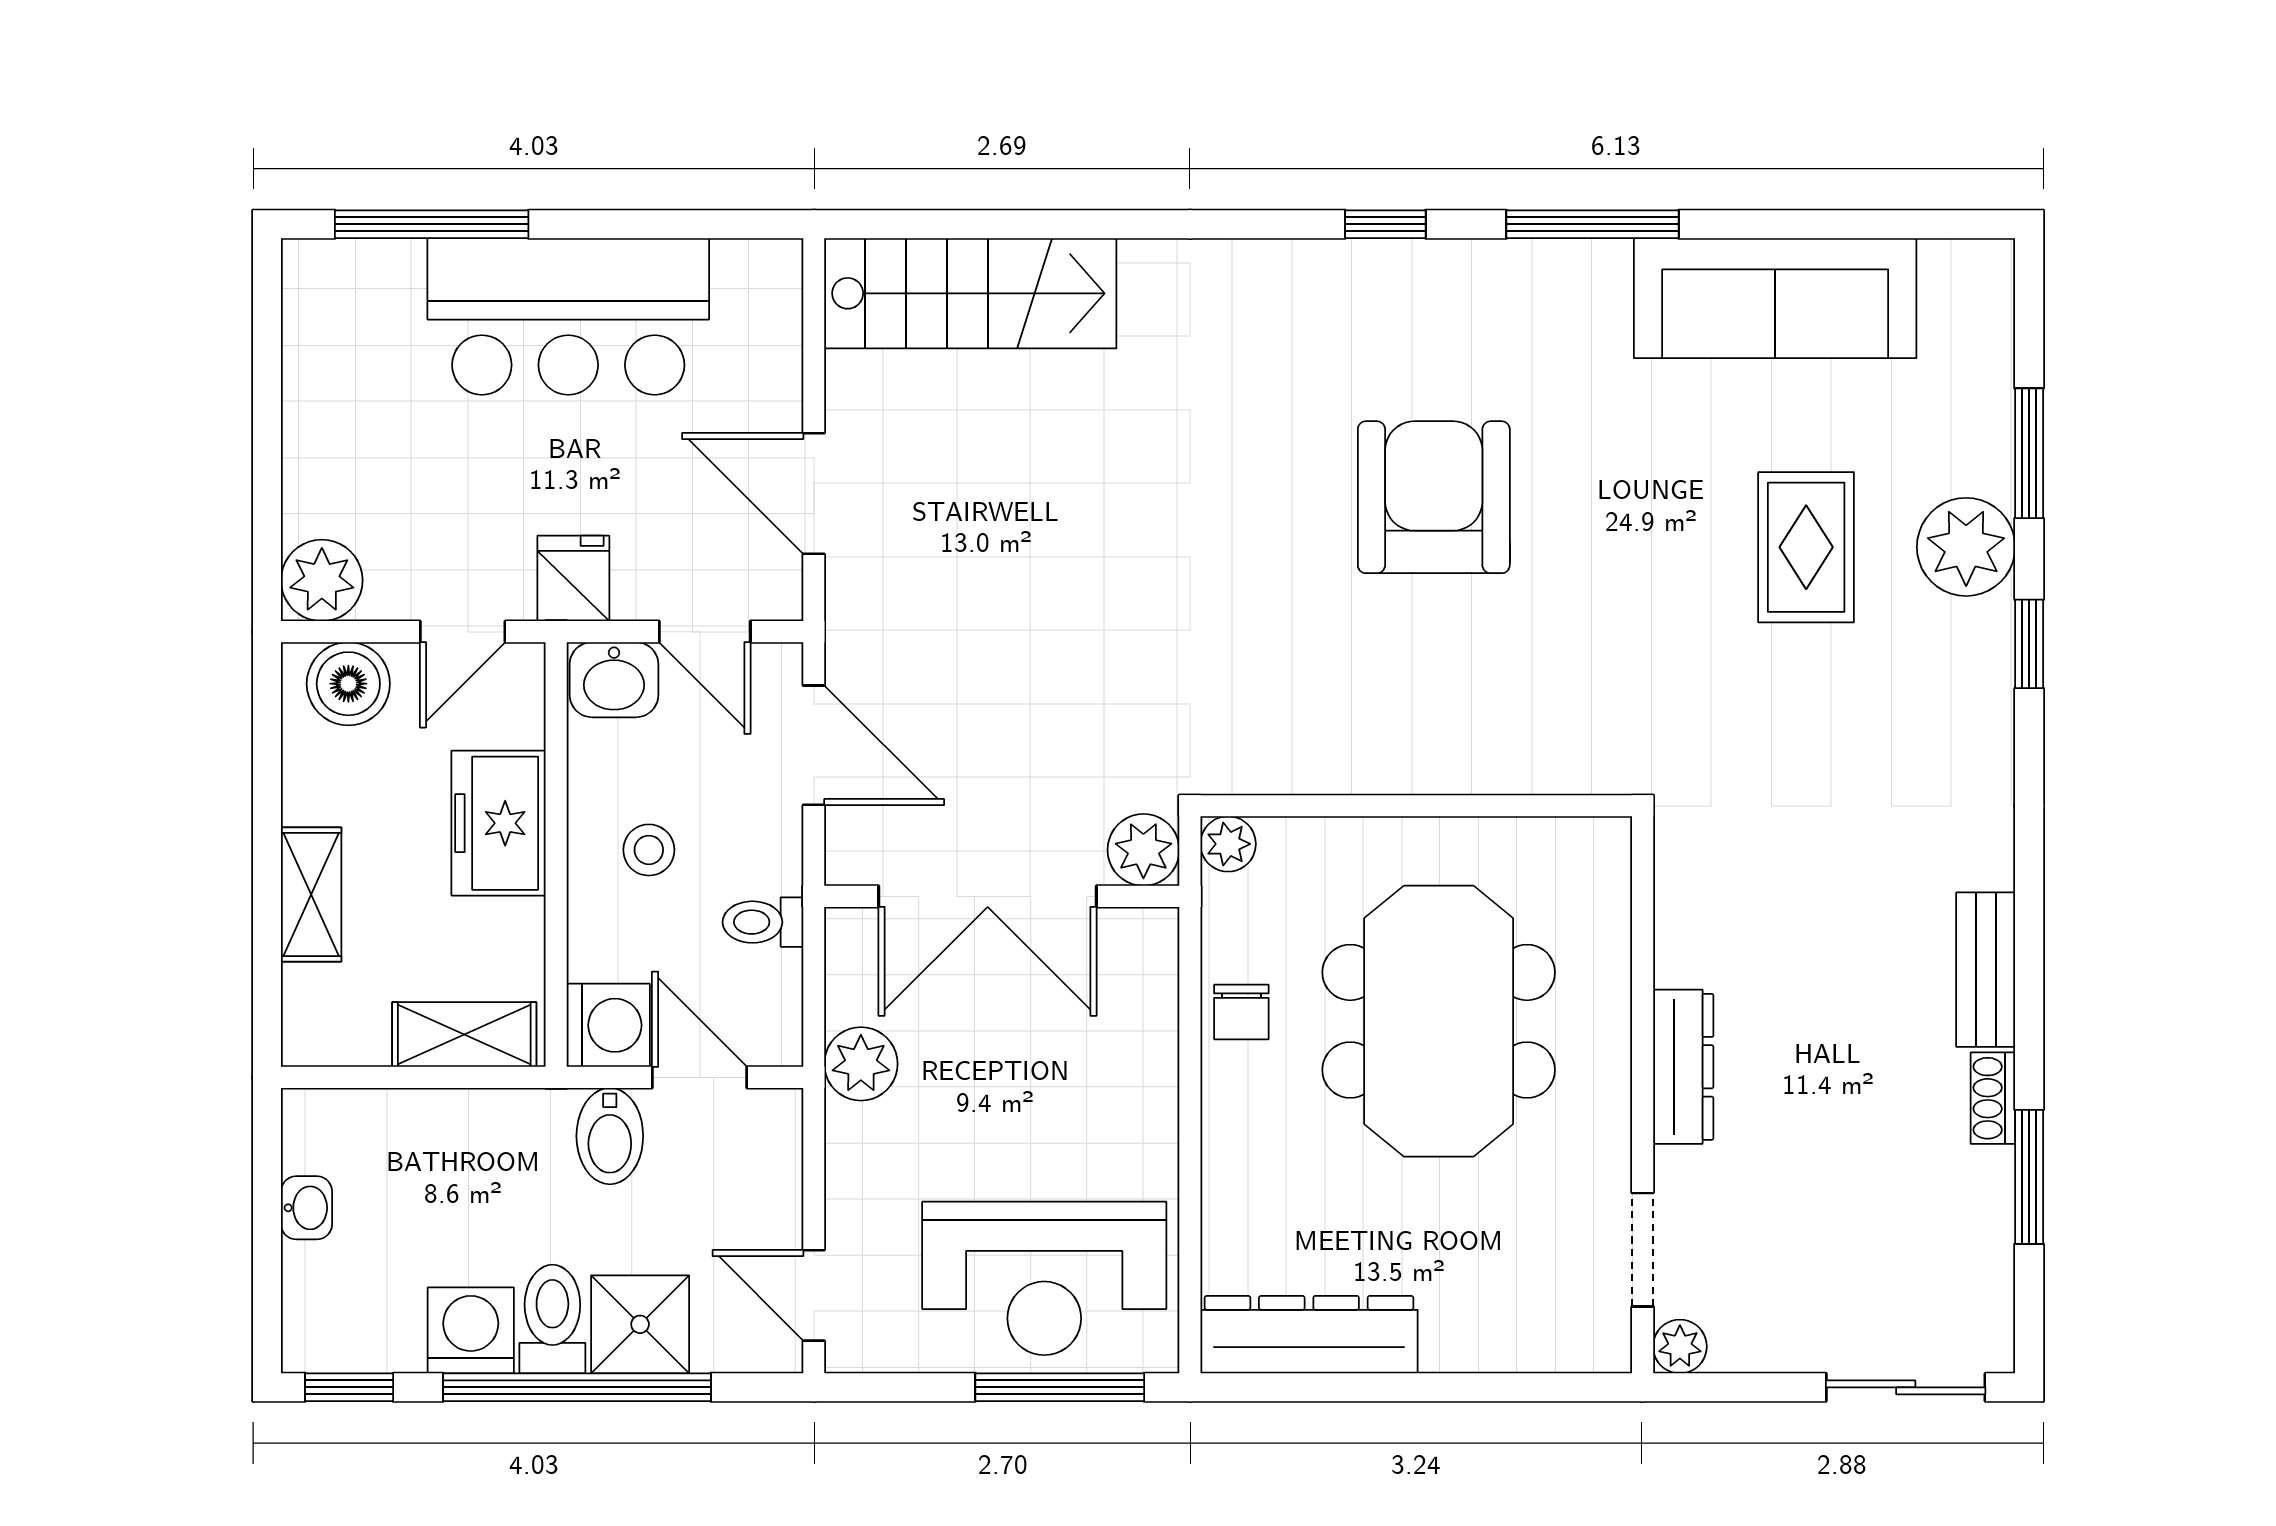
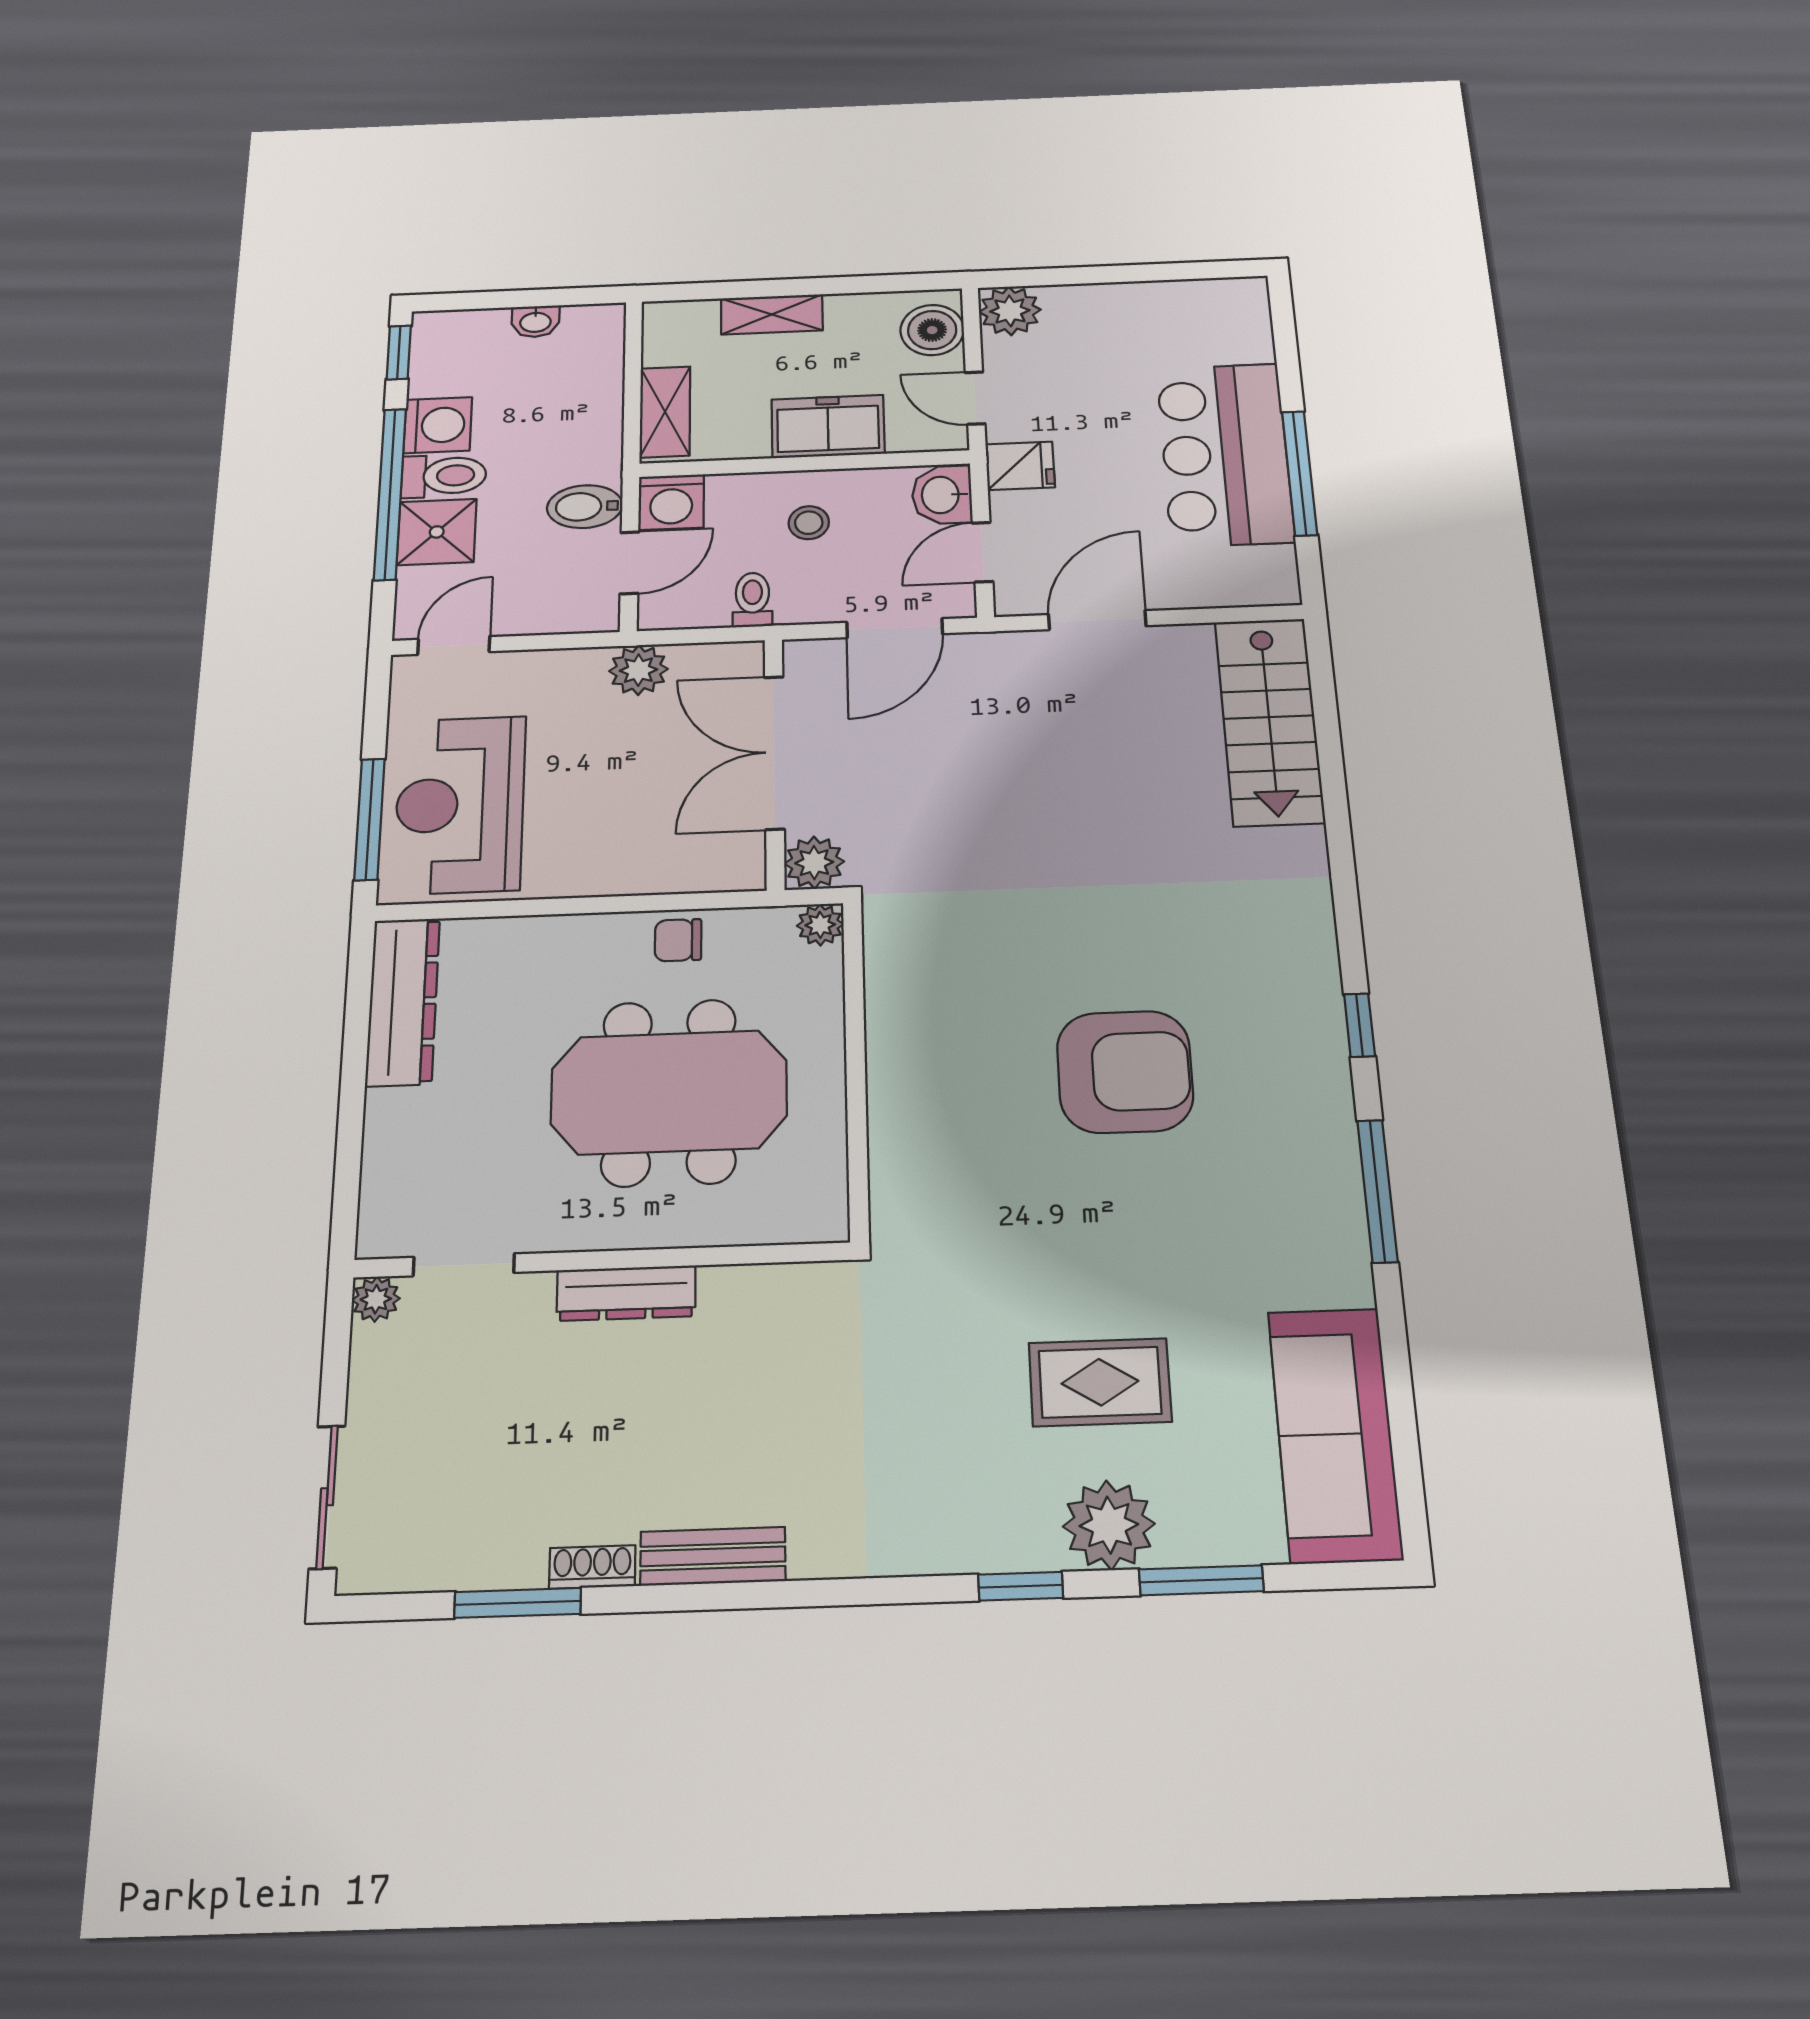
window: (432, 224) -> (1300, 473), moved
sofa: (1775, 298) -> (1335, 1434), moved

